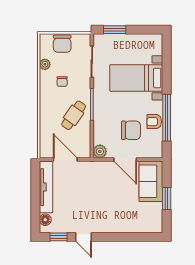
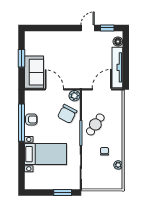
chair: (62, 44) -> (104, 181), removed
chair: (131, 130) -> (67, 114), moved, turned -62
door: (65, 159) -> (102, 89), swing flipped
door: (83, 237) -> (88, 28), hinge flipped

